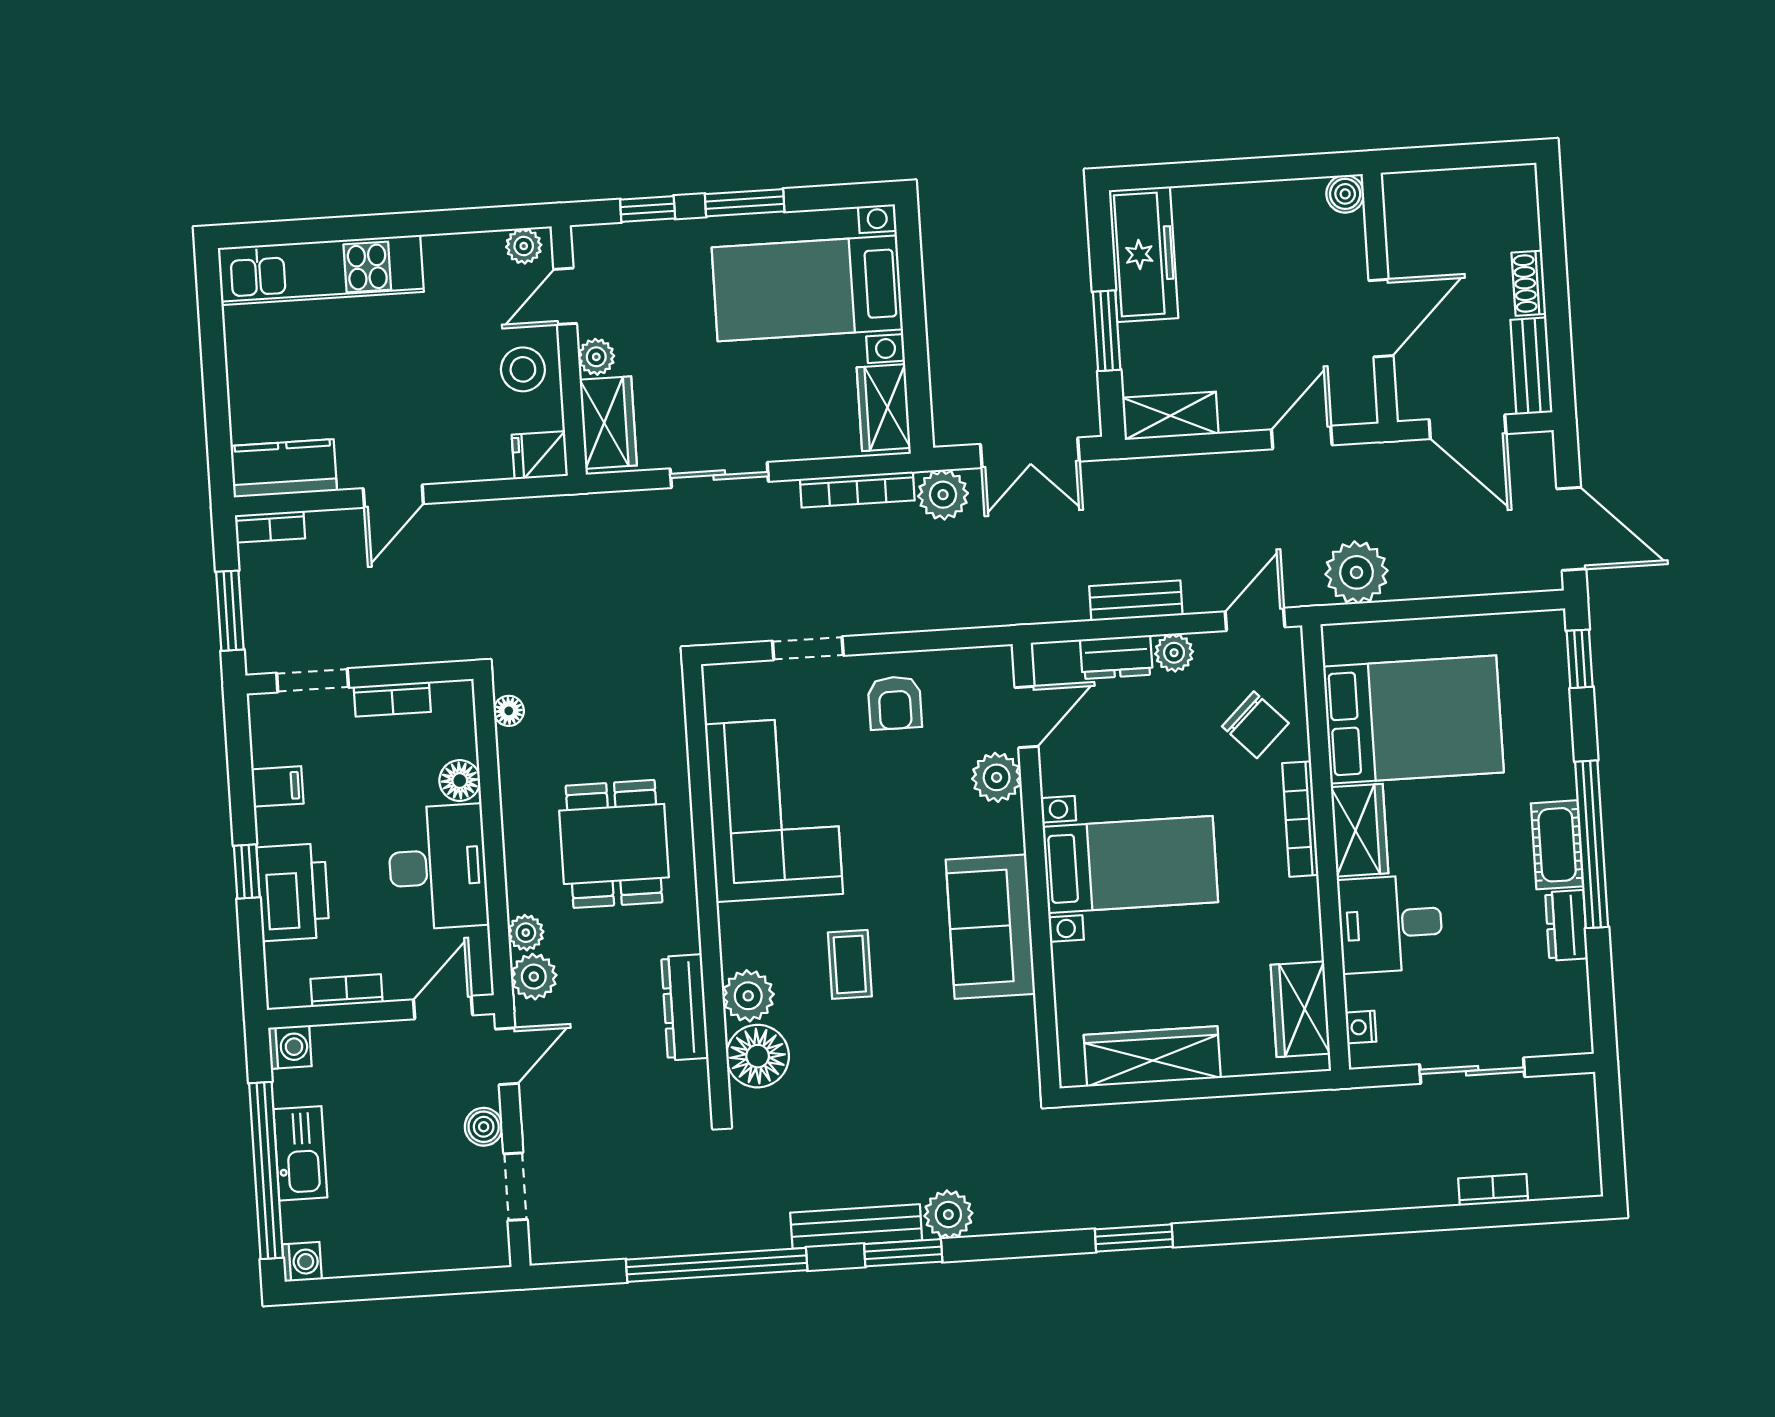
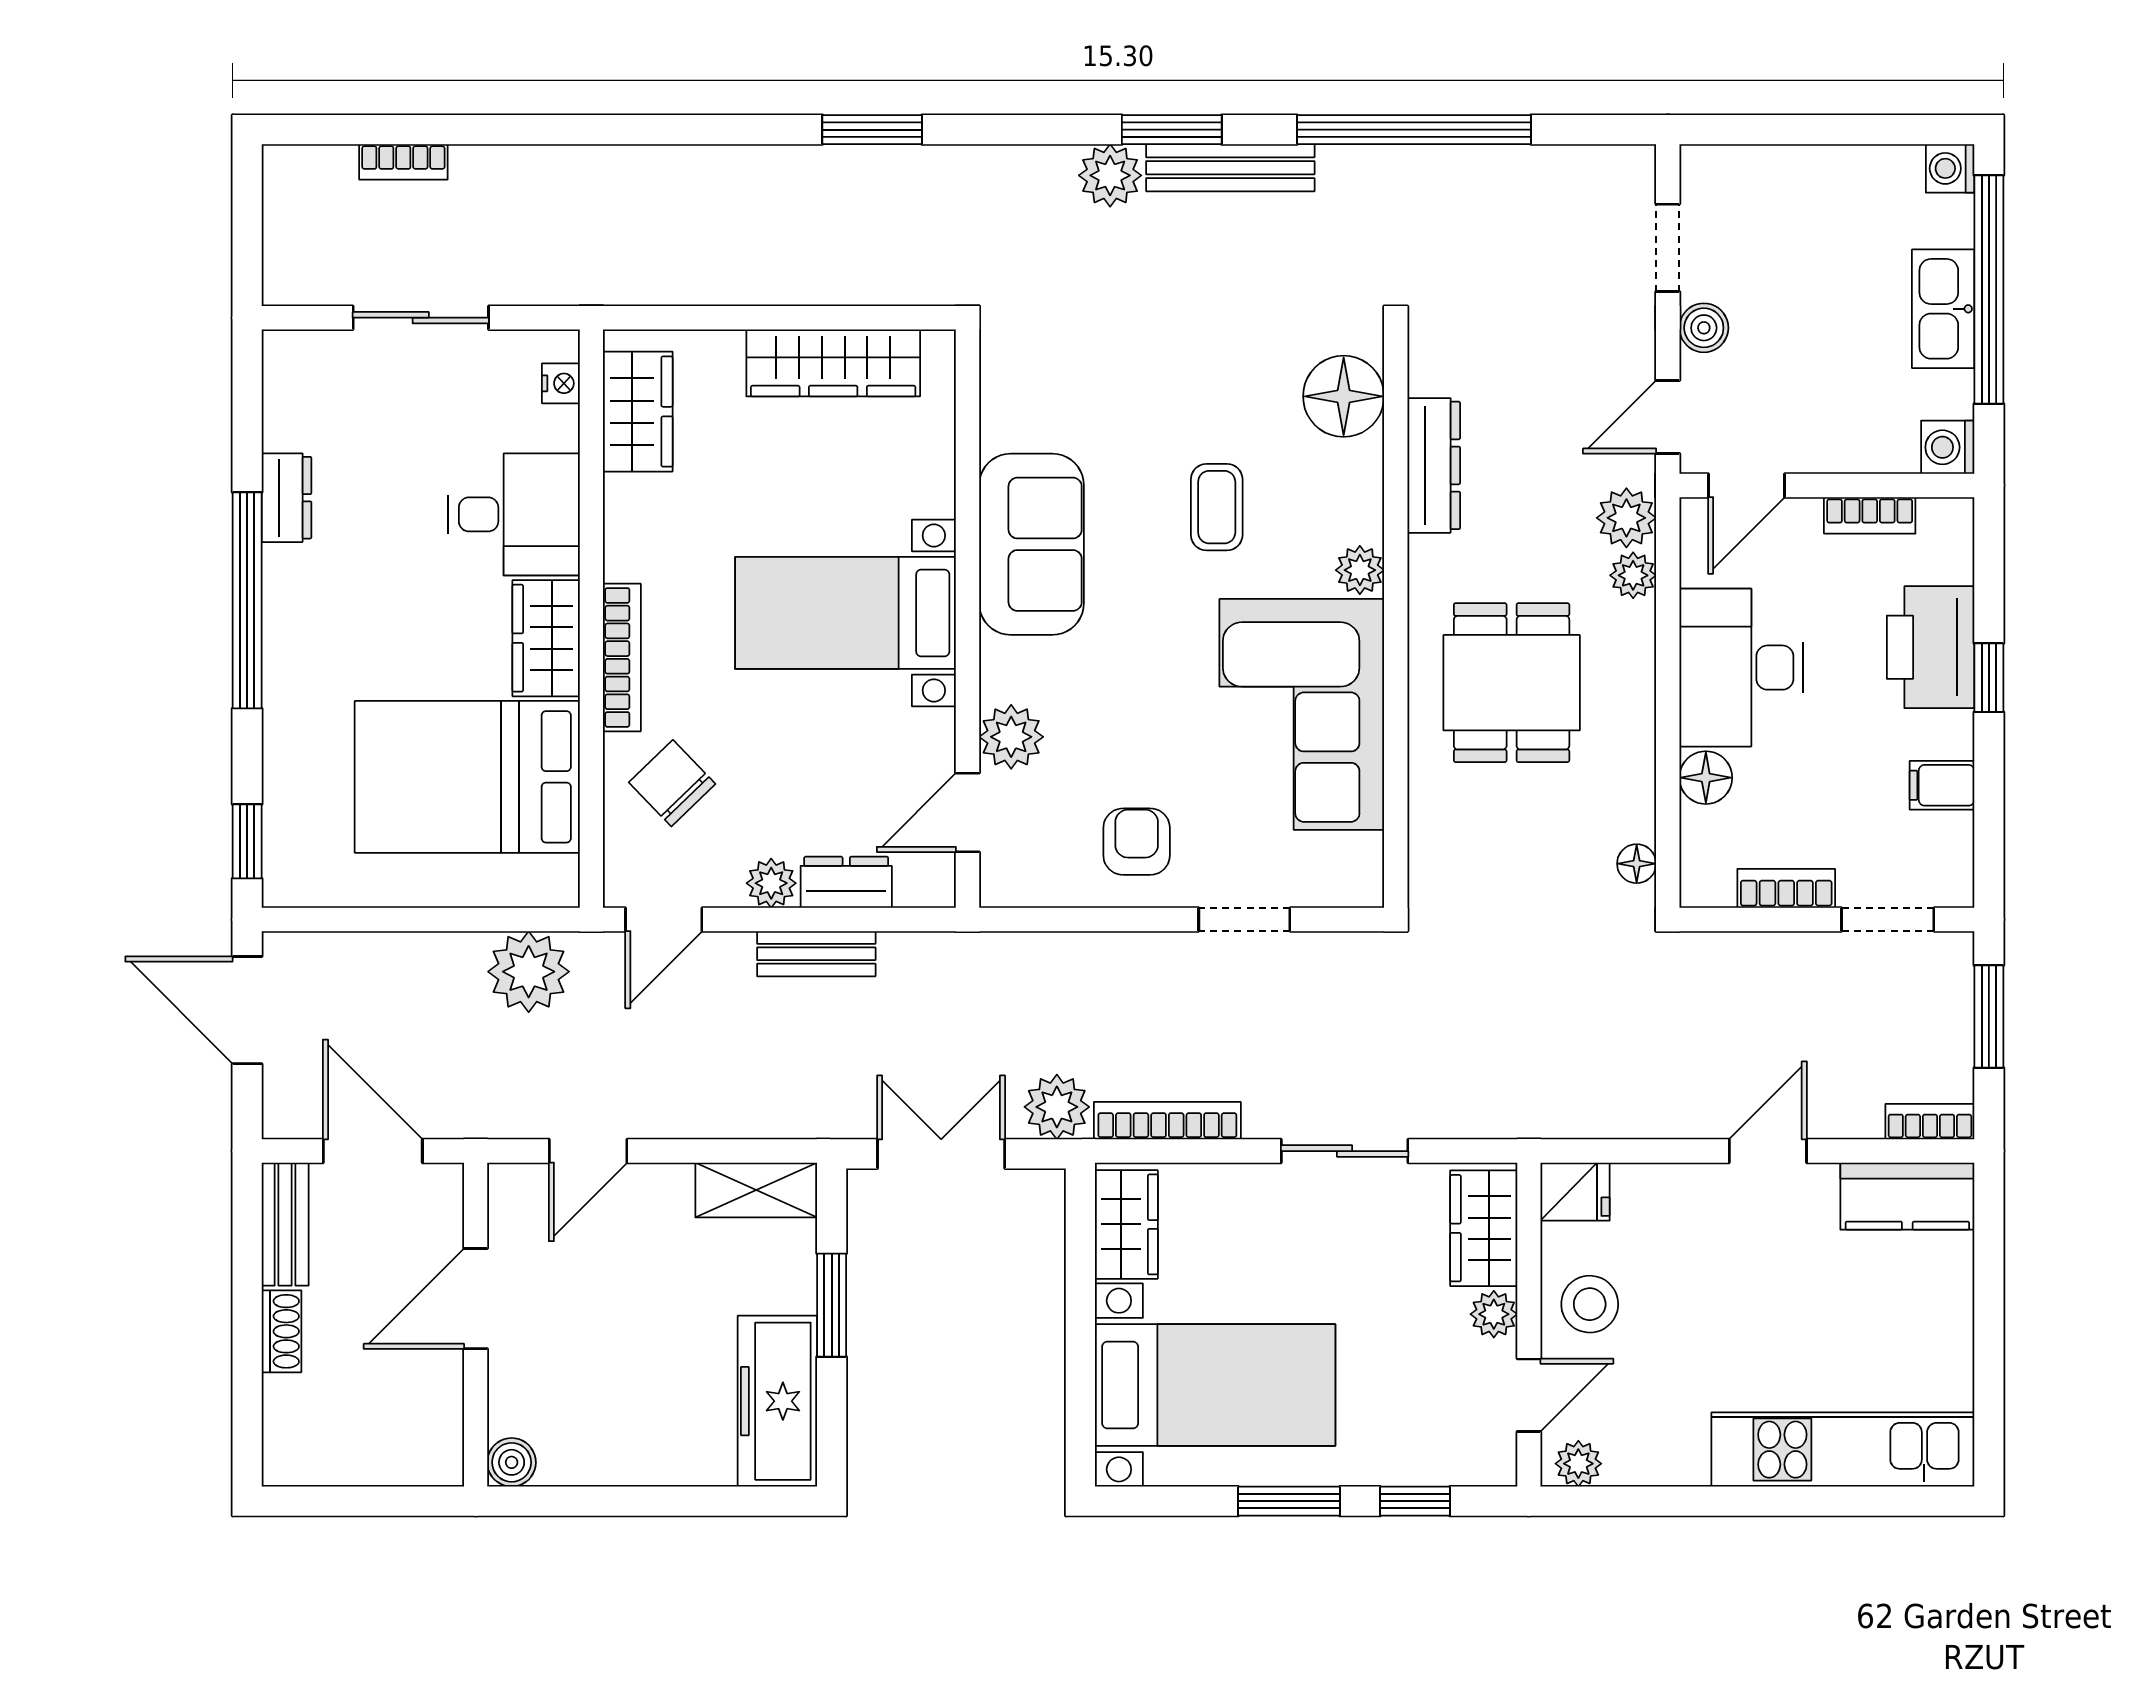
cot: (1557, 845) -> (292, 603), removed
plant: (748, 996) -> (1360, 570), moved, width x0.73, depth x0.73

